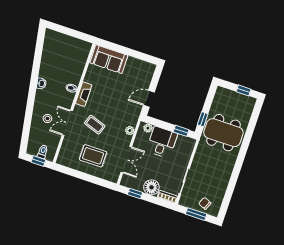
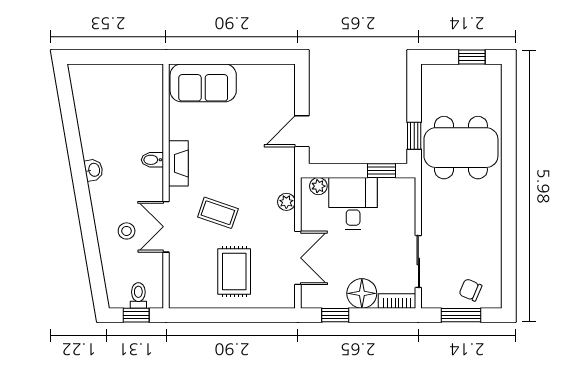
rug: (93, 156) -> (234, 271), turned 90

